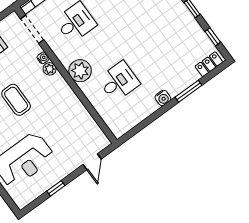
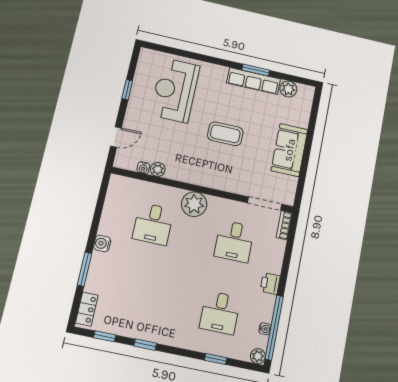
water cooler: (43, 58) -> (143, 168), moved
plant: (50, 69) -> (158, 169), moved
door: (92, 162) -> (116, 137), swing flipped

